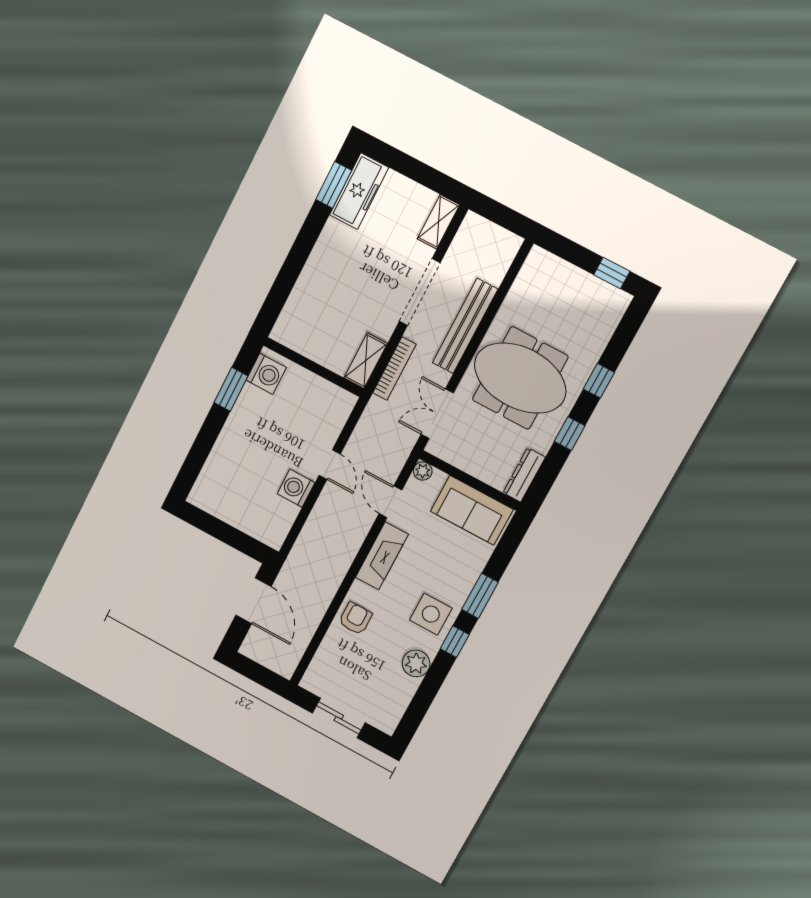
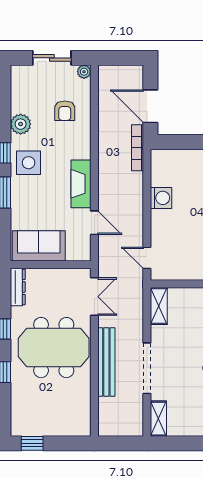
bookcase: (394, 369) -> (137, 148), moved
door: (330, 465) -> (147, 258), moved
plant: (423, 471) -> (84, 72), moved
armchair: (355, 618) -> (65, 111), moved

